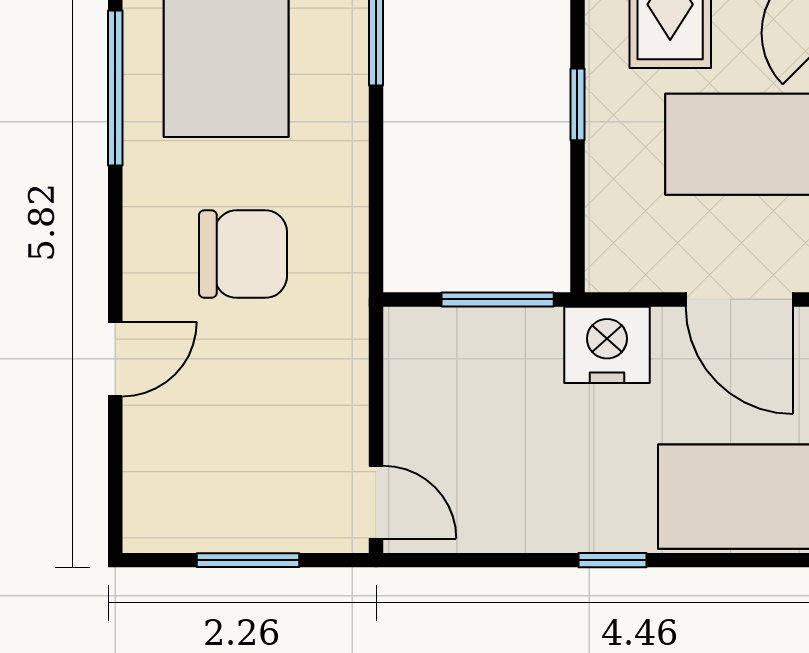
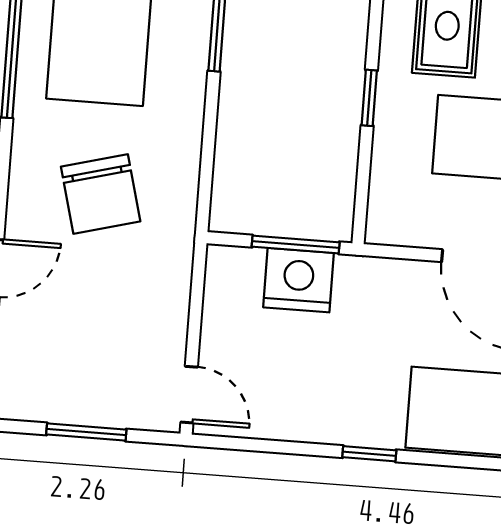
chair: (243, 254) -> (101, 194), turned 75
nightstand: (607, 345) -> (299, 280), moved

